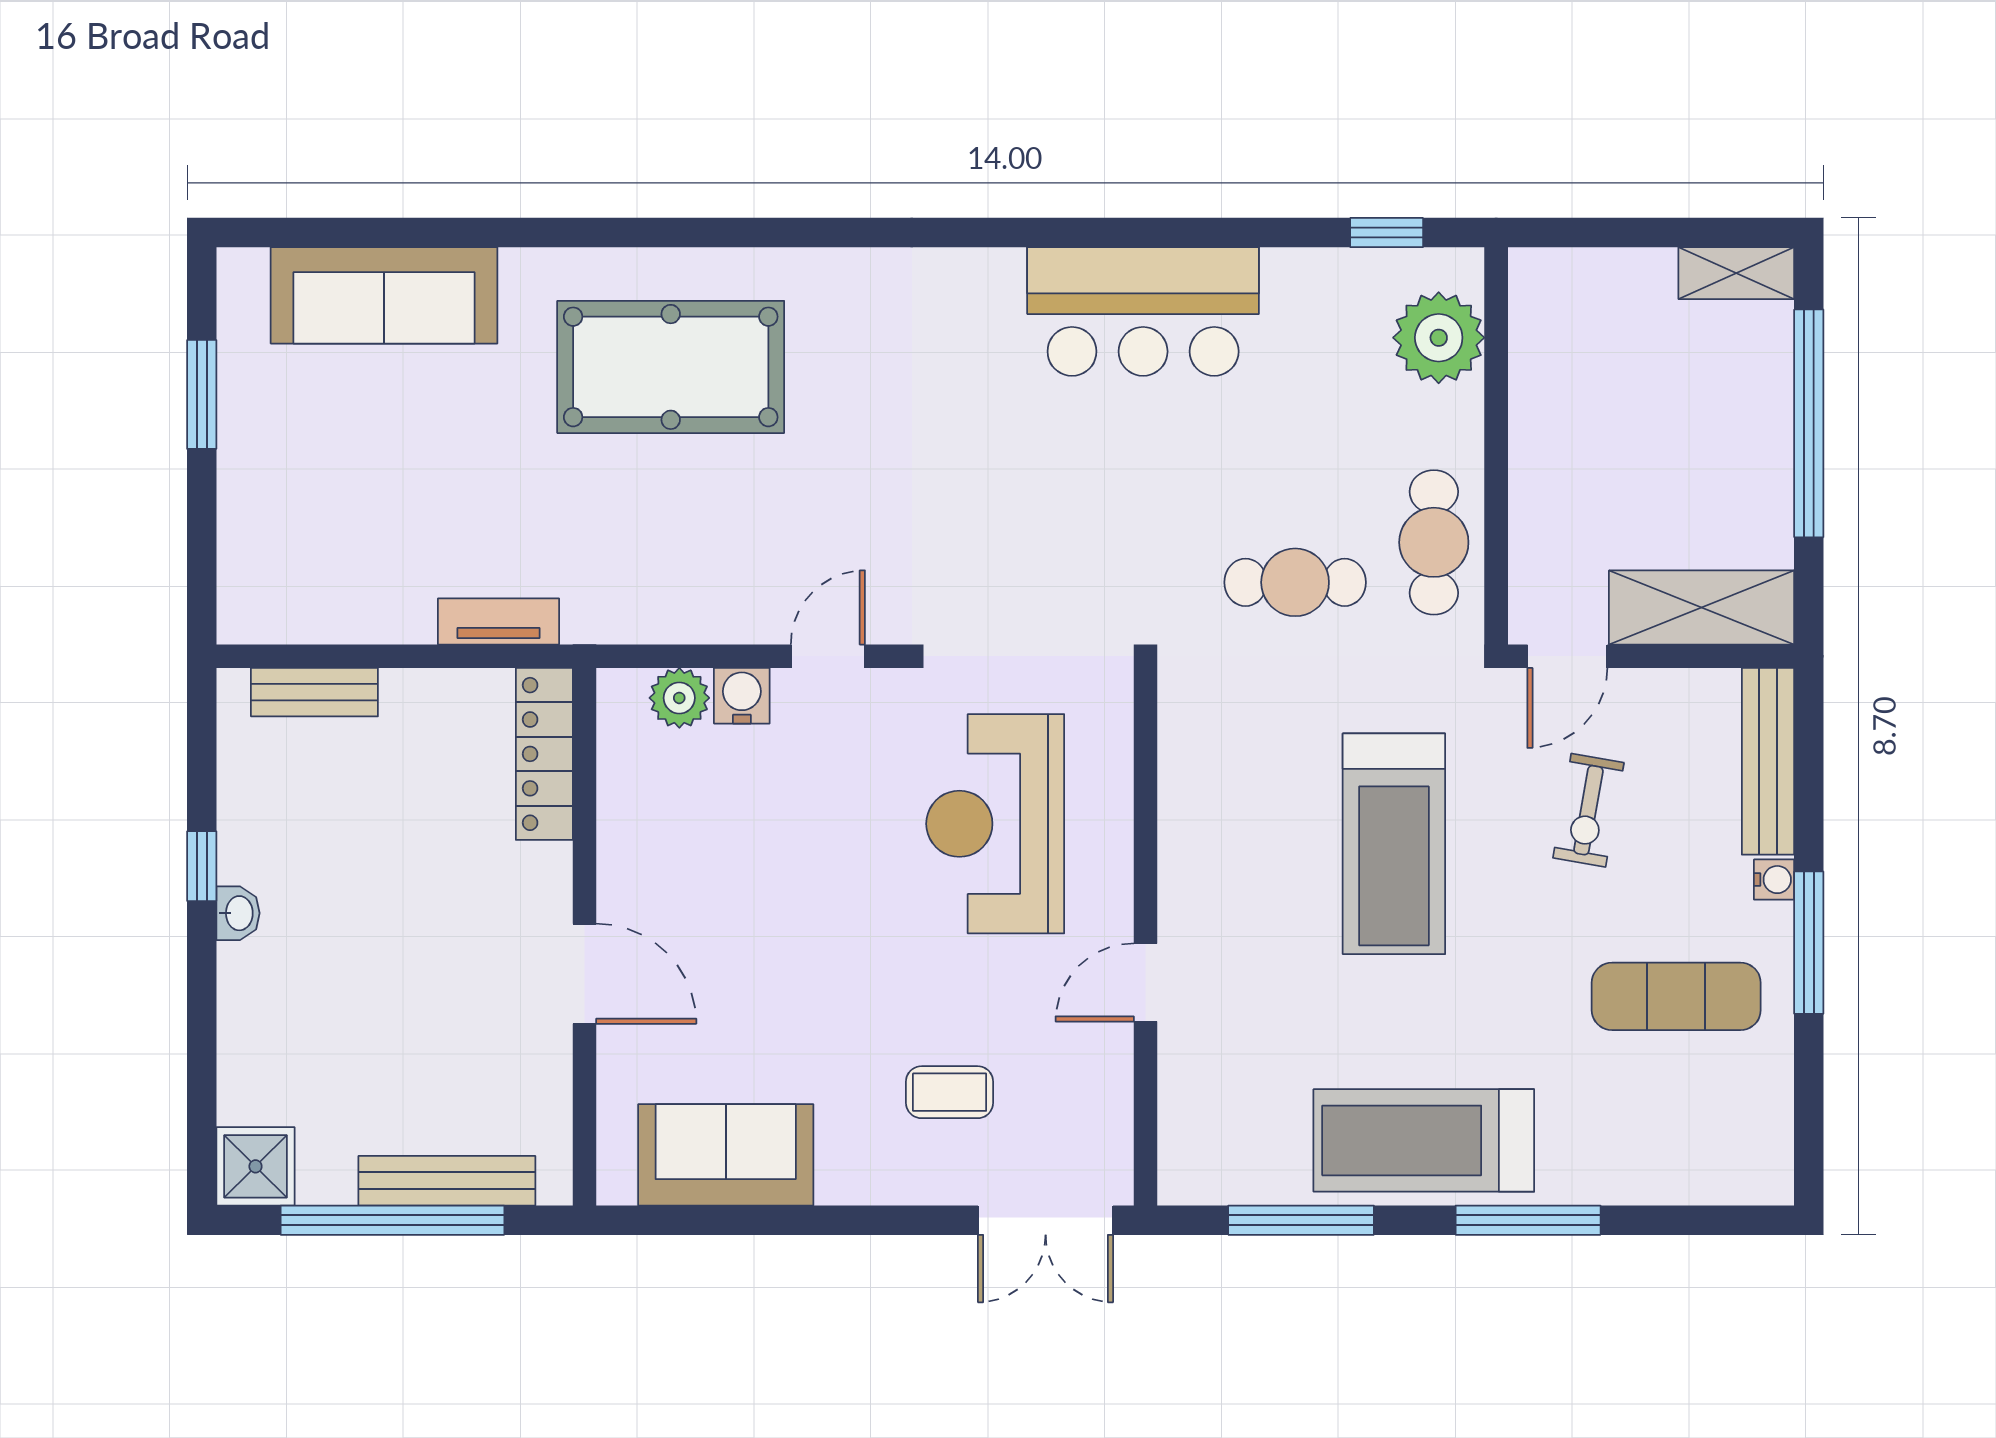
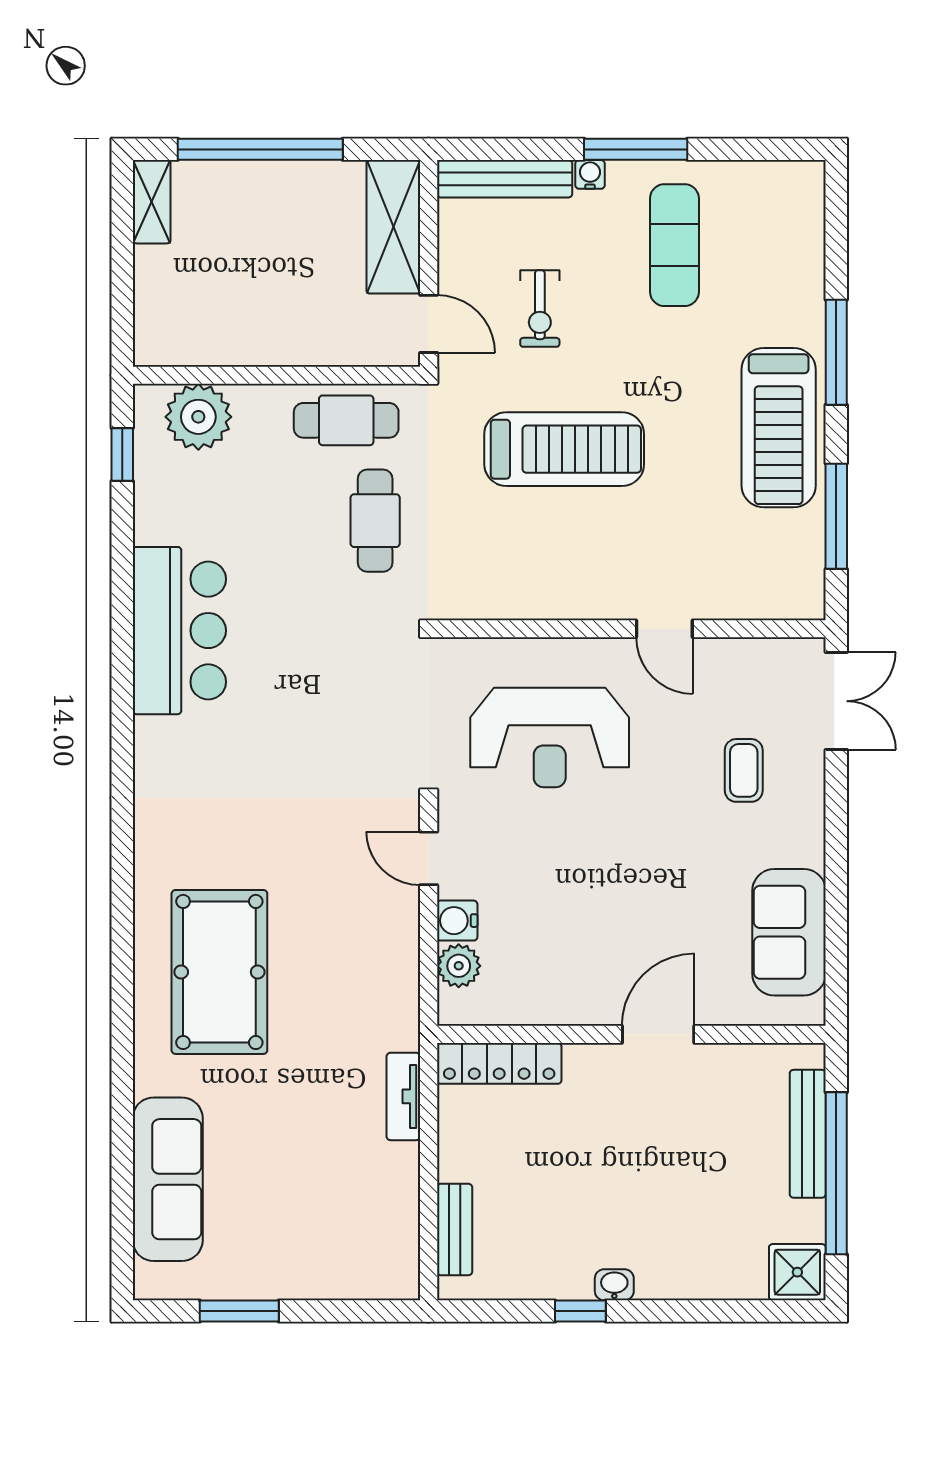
exercise bike: (1588, 810) -> (540, 309), turned 80

